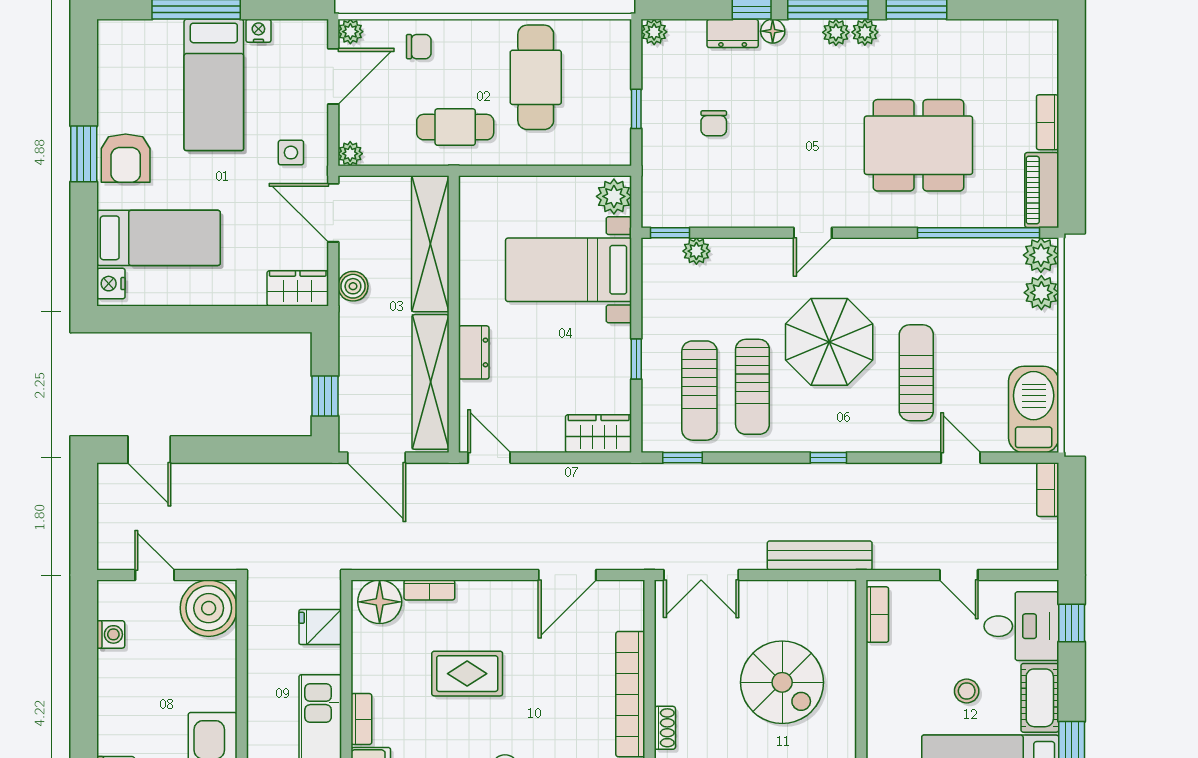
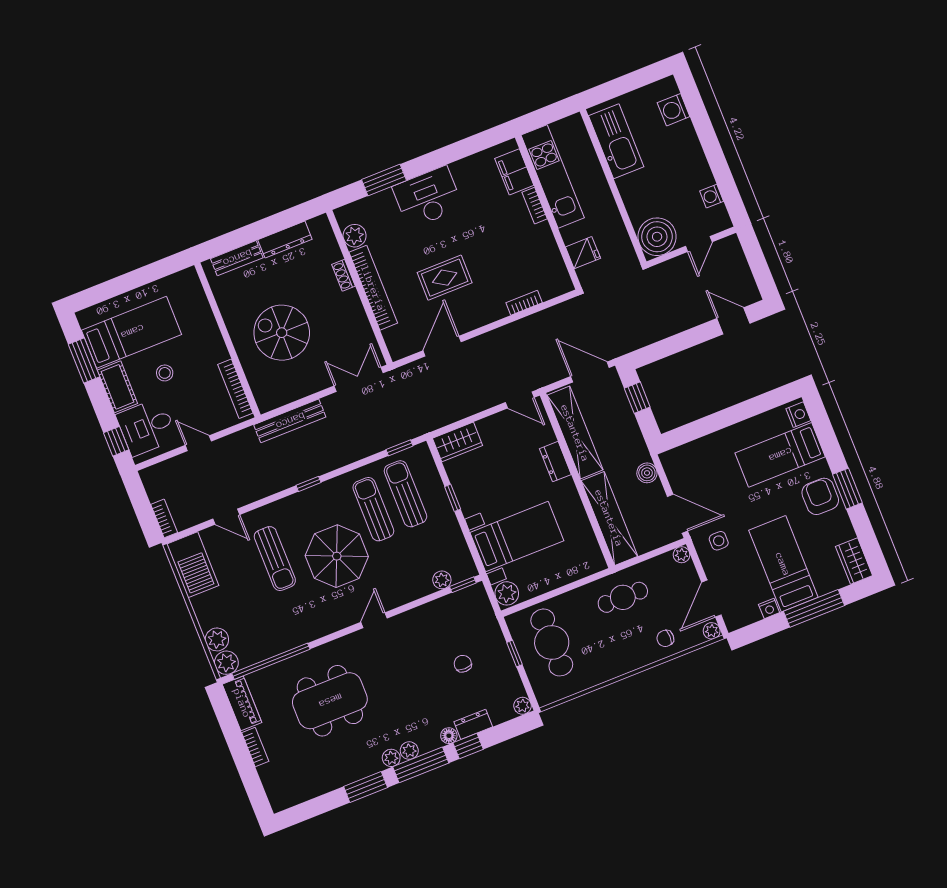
cafe table: (536, 77) -> (552, 642), moved
wardrobe: (298, 288) -> (854, 561), moved, turned 90
door: (155, 575) -> (699, 244), hinge flipped
floor lamp: (380, 602) -> (552, 283), removed
bookcase: (877, 615) -> (235, 389), width x1.56
rug: (467, 674) -> (445, 278), moved

